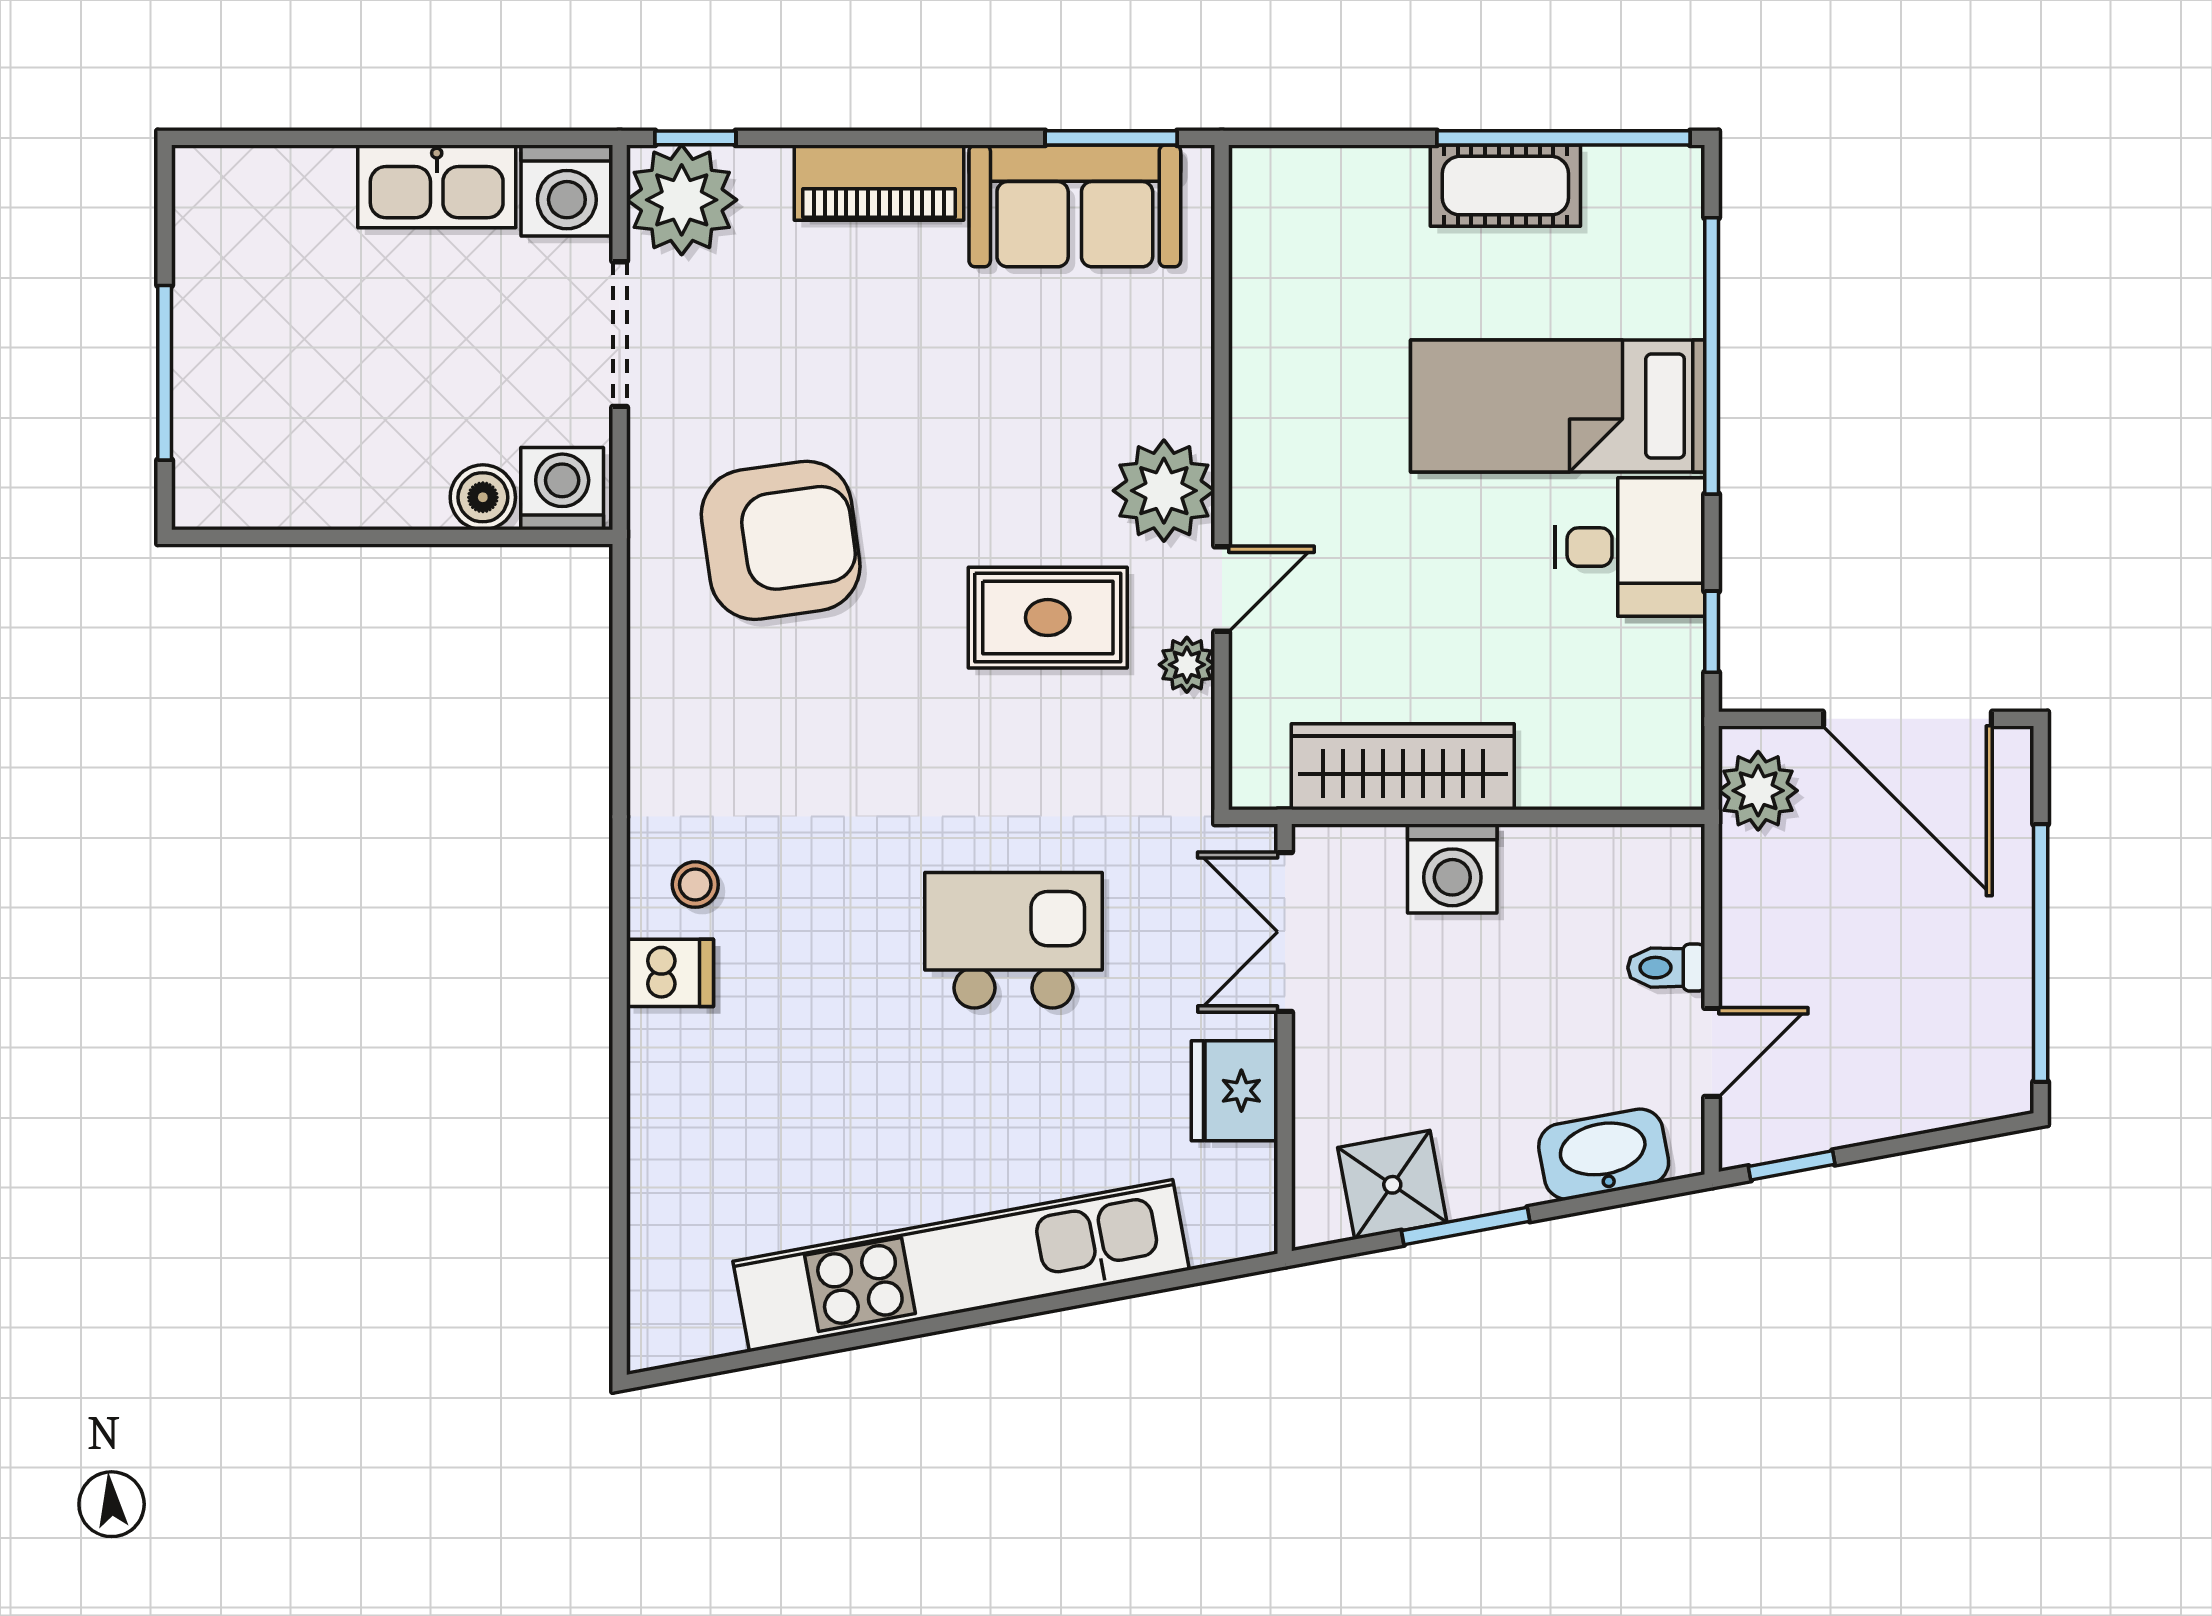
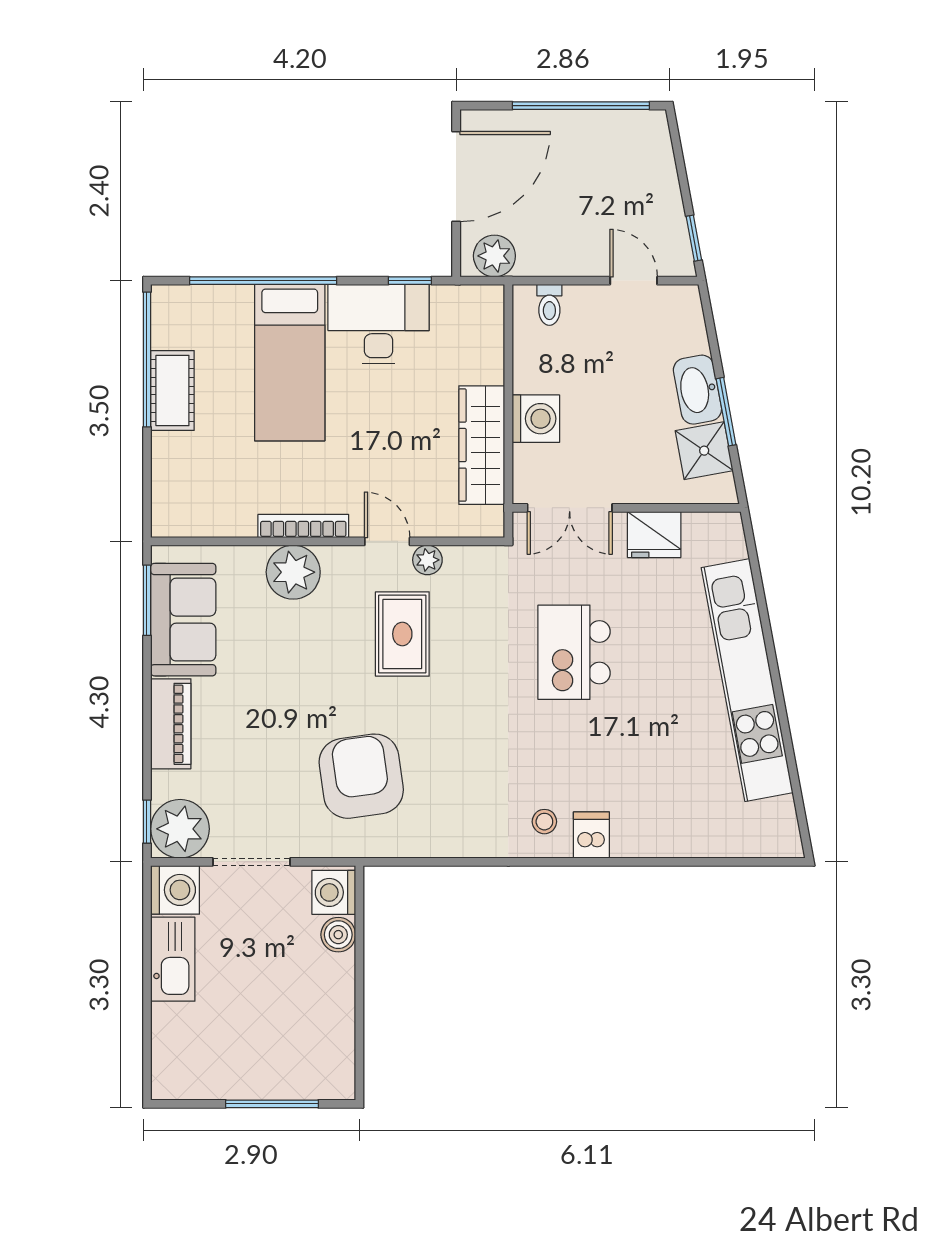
bookcase: (1251, 432) -> (303, 526), added
plant: (1164, 491) -> (293, 572), moved
desk: (1630, 547) -> (379, 324), width x1.37
toilet: (1666, 968) -> (549, 305), moved
washbasin: (1604, 1154) -> (697, 390), moved

